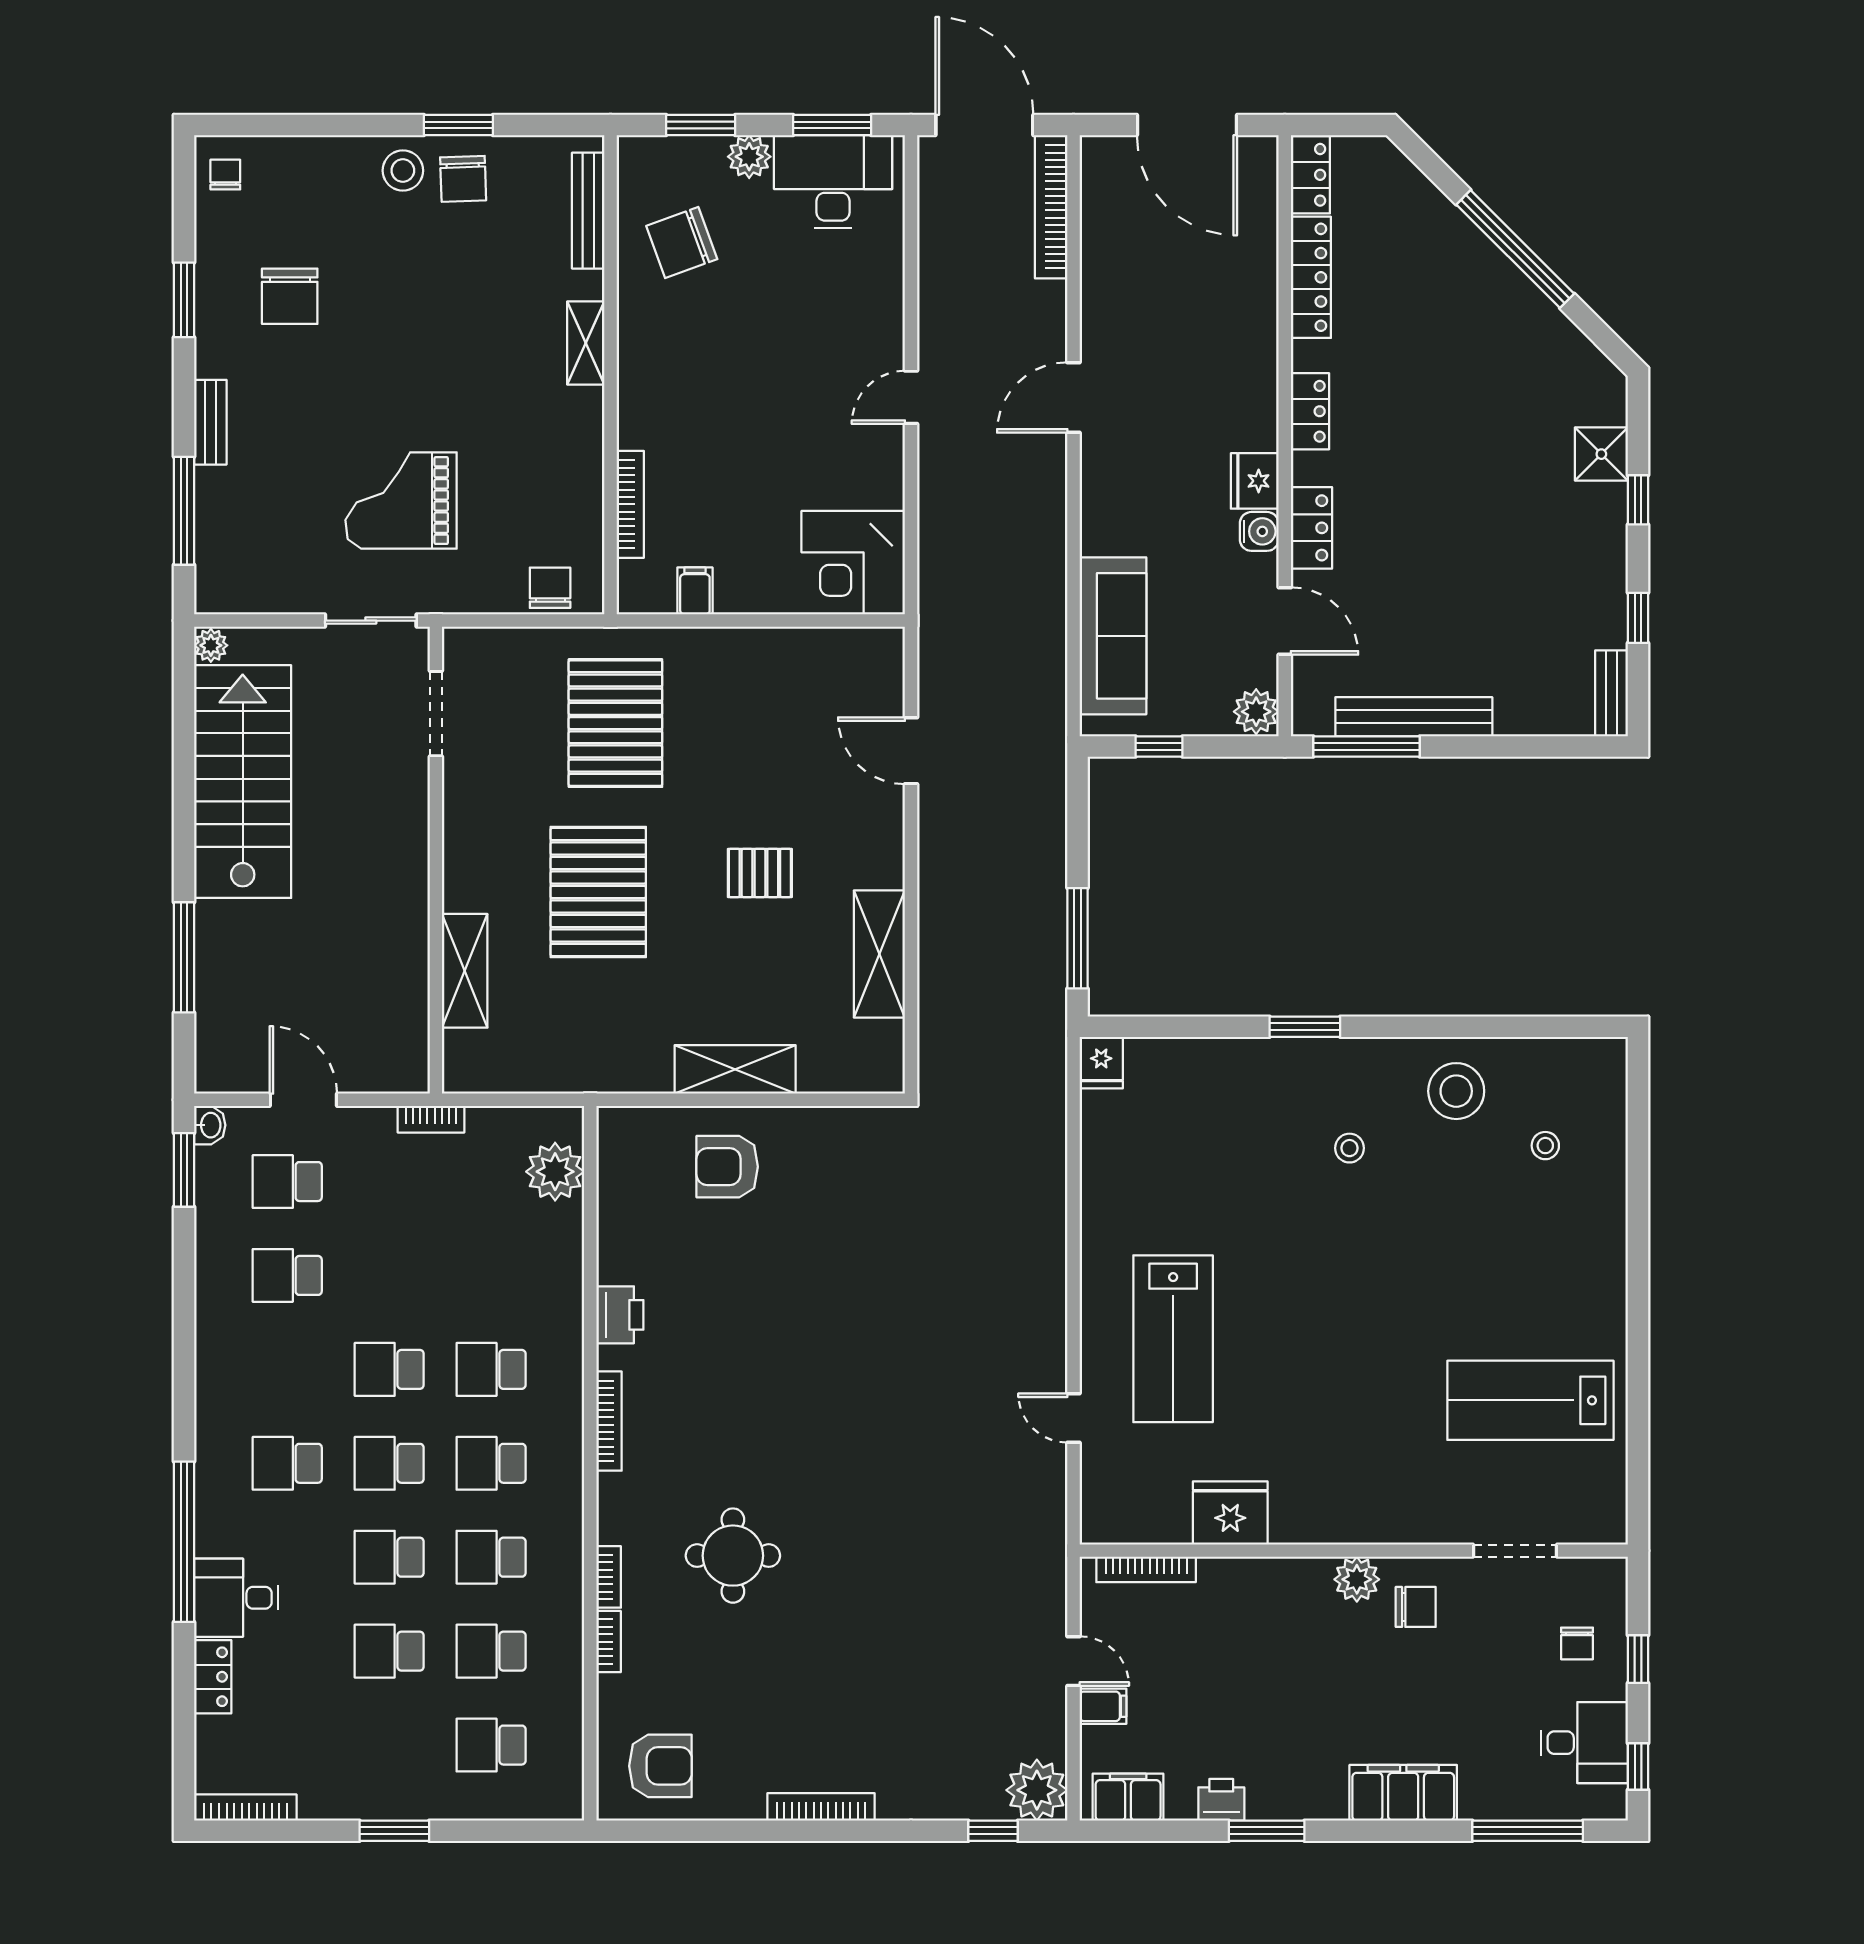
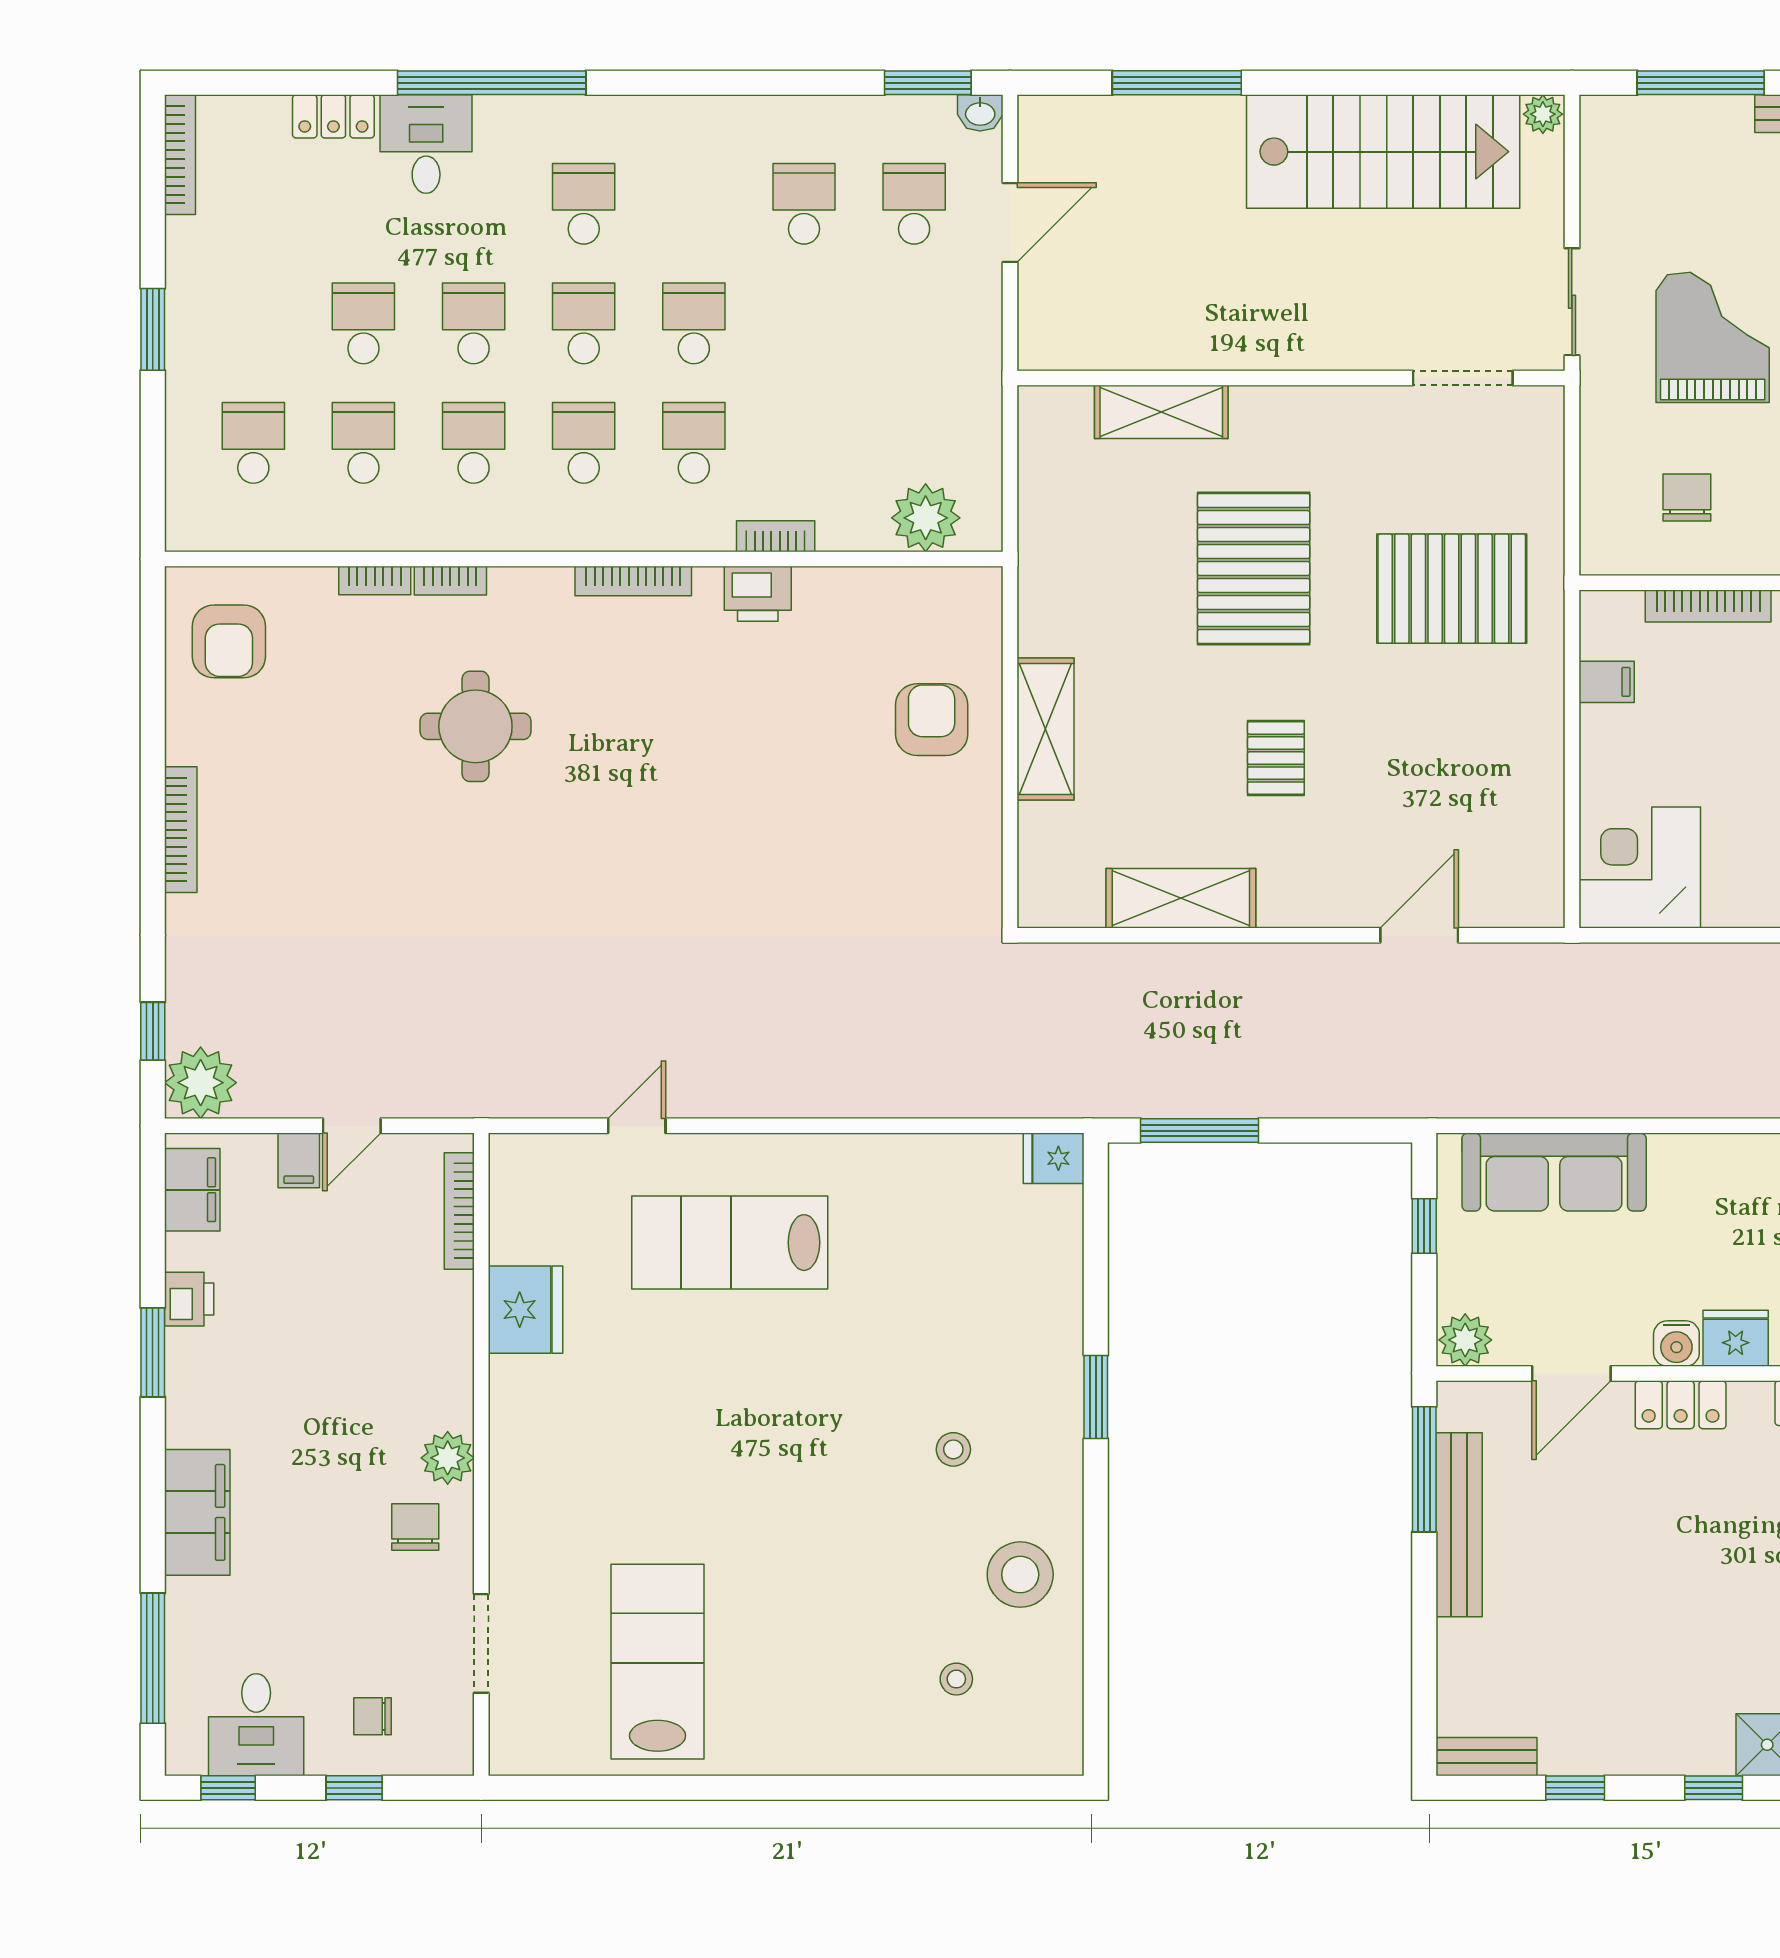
chair: (550, 588) -> (1687, 497), moved, turned -90
pallet: (598, 892) -> (1254, 569), turned 90
bookcase: (431, 1119) -> (776, 536), moved, turned 90
chair: (1416, 1607) -> (415, 1527), turned 180

